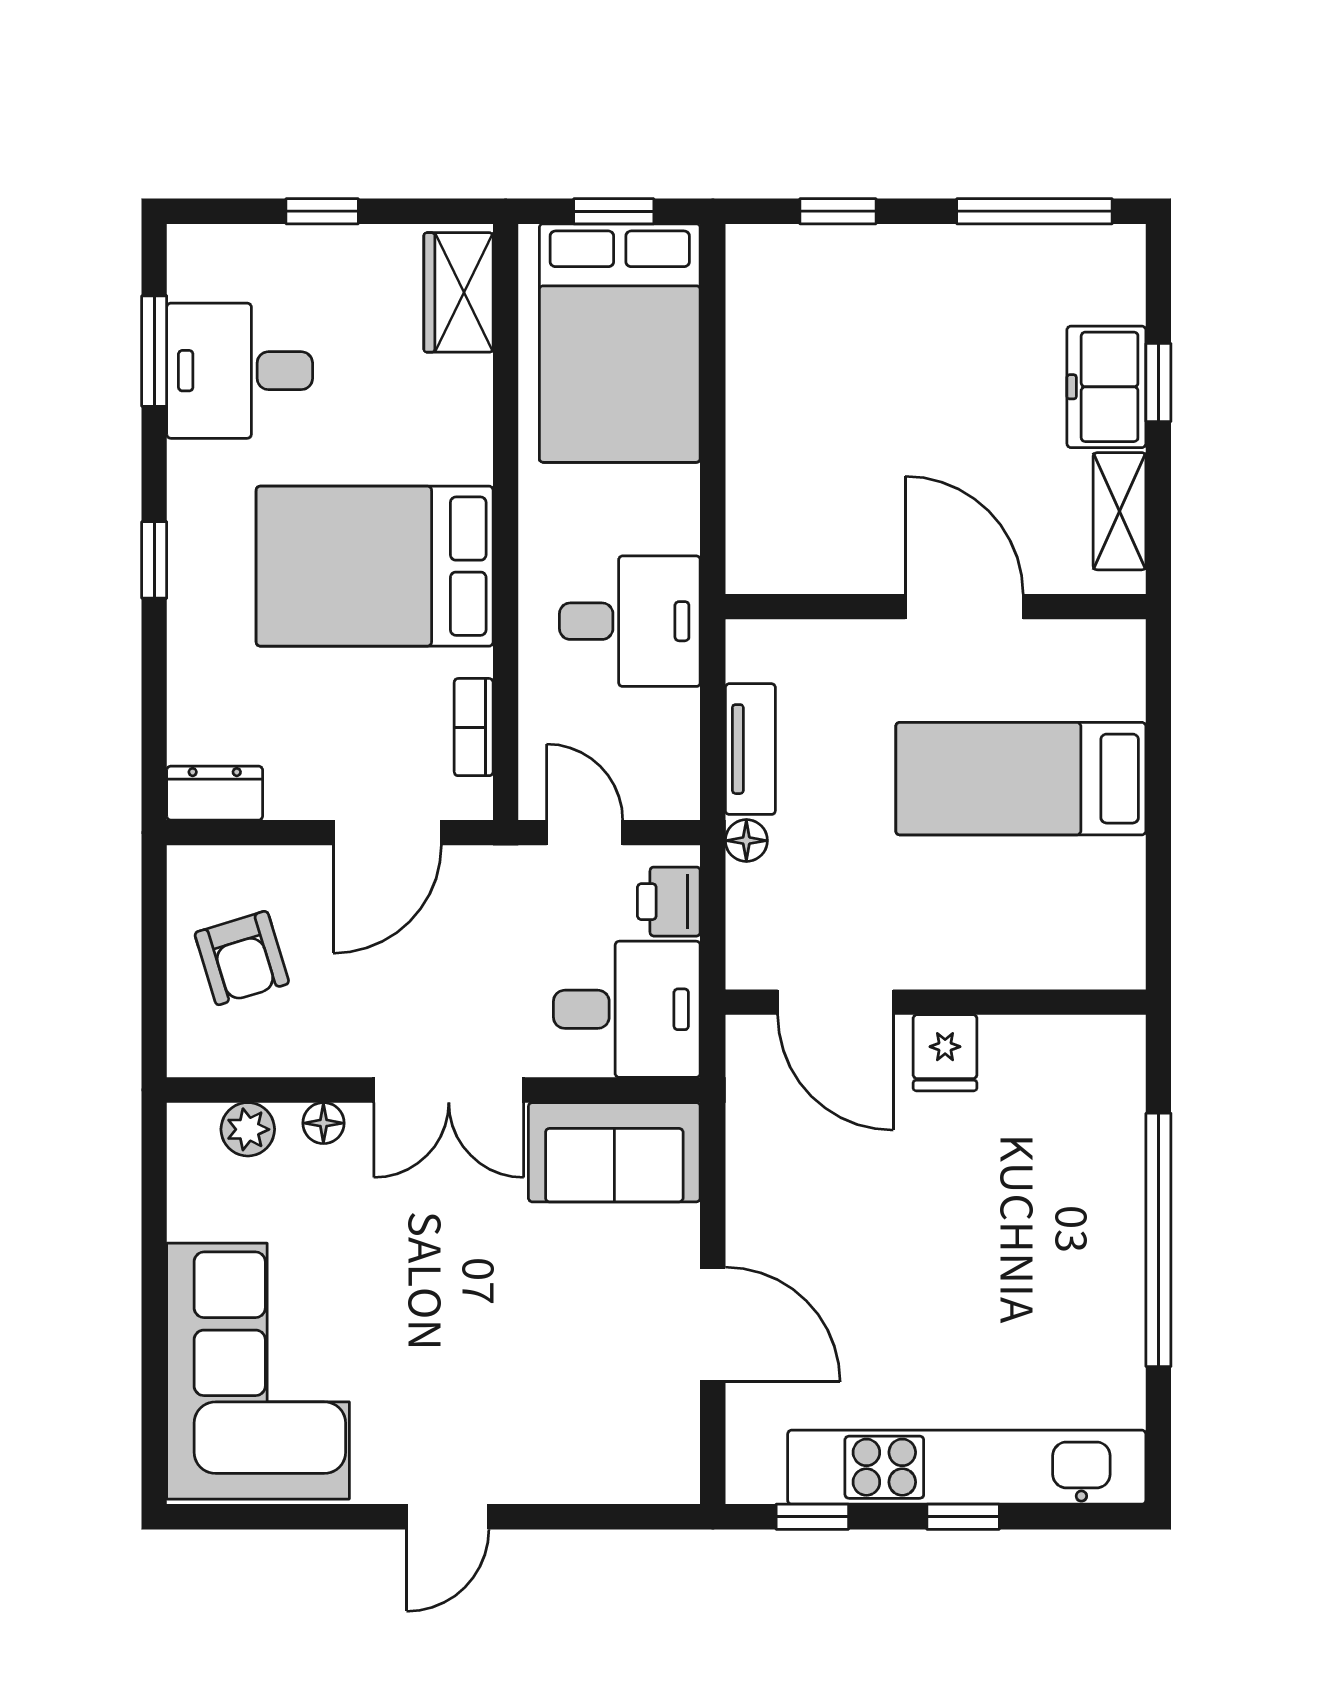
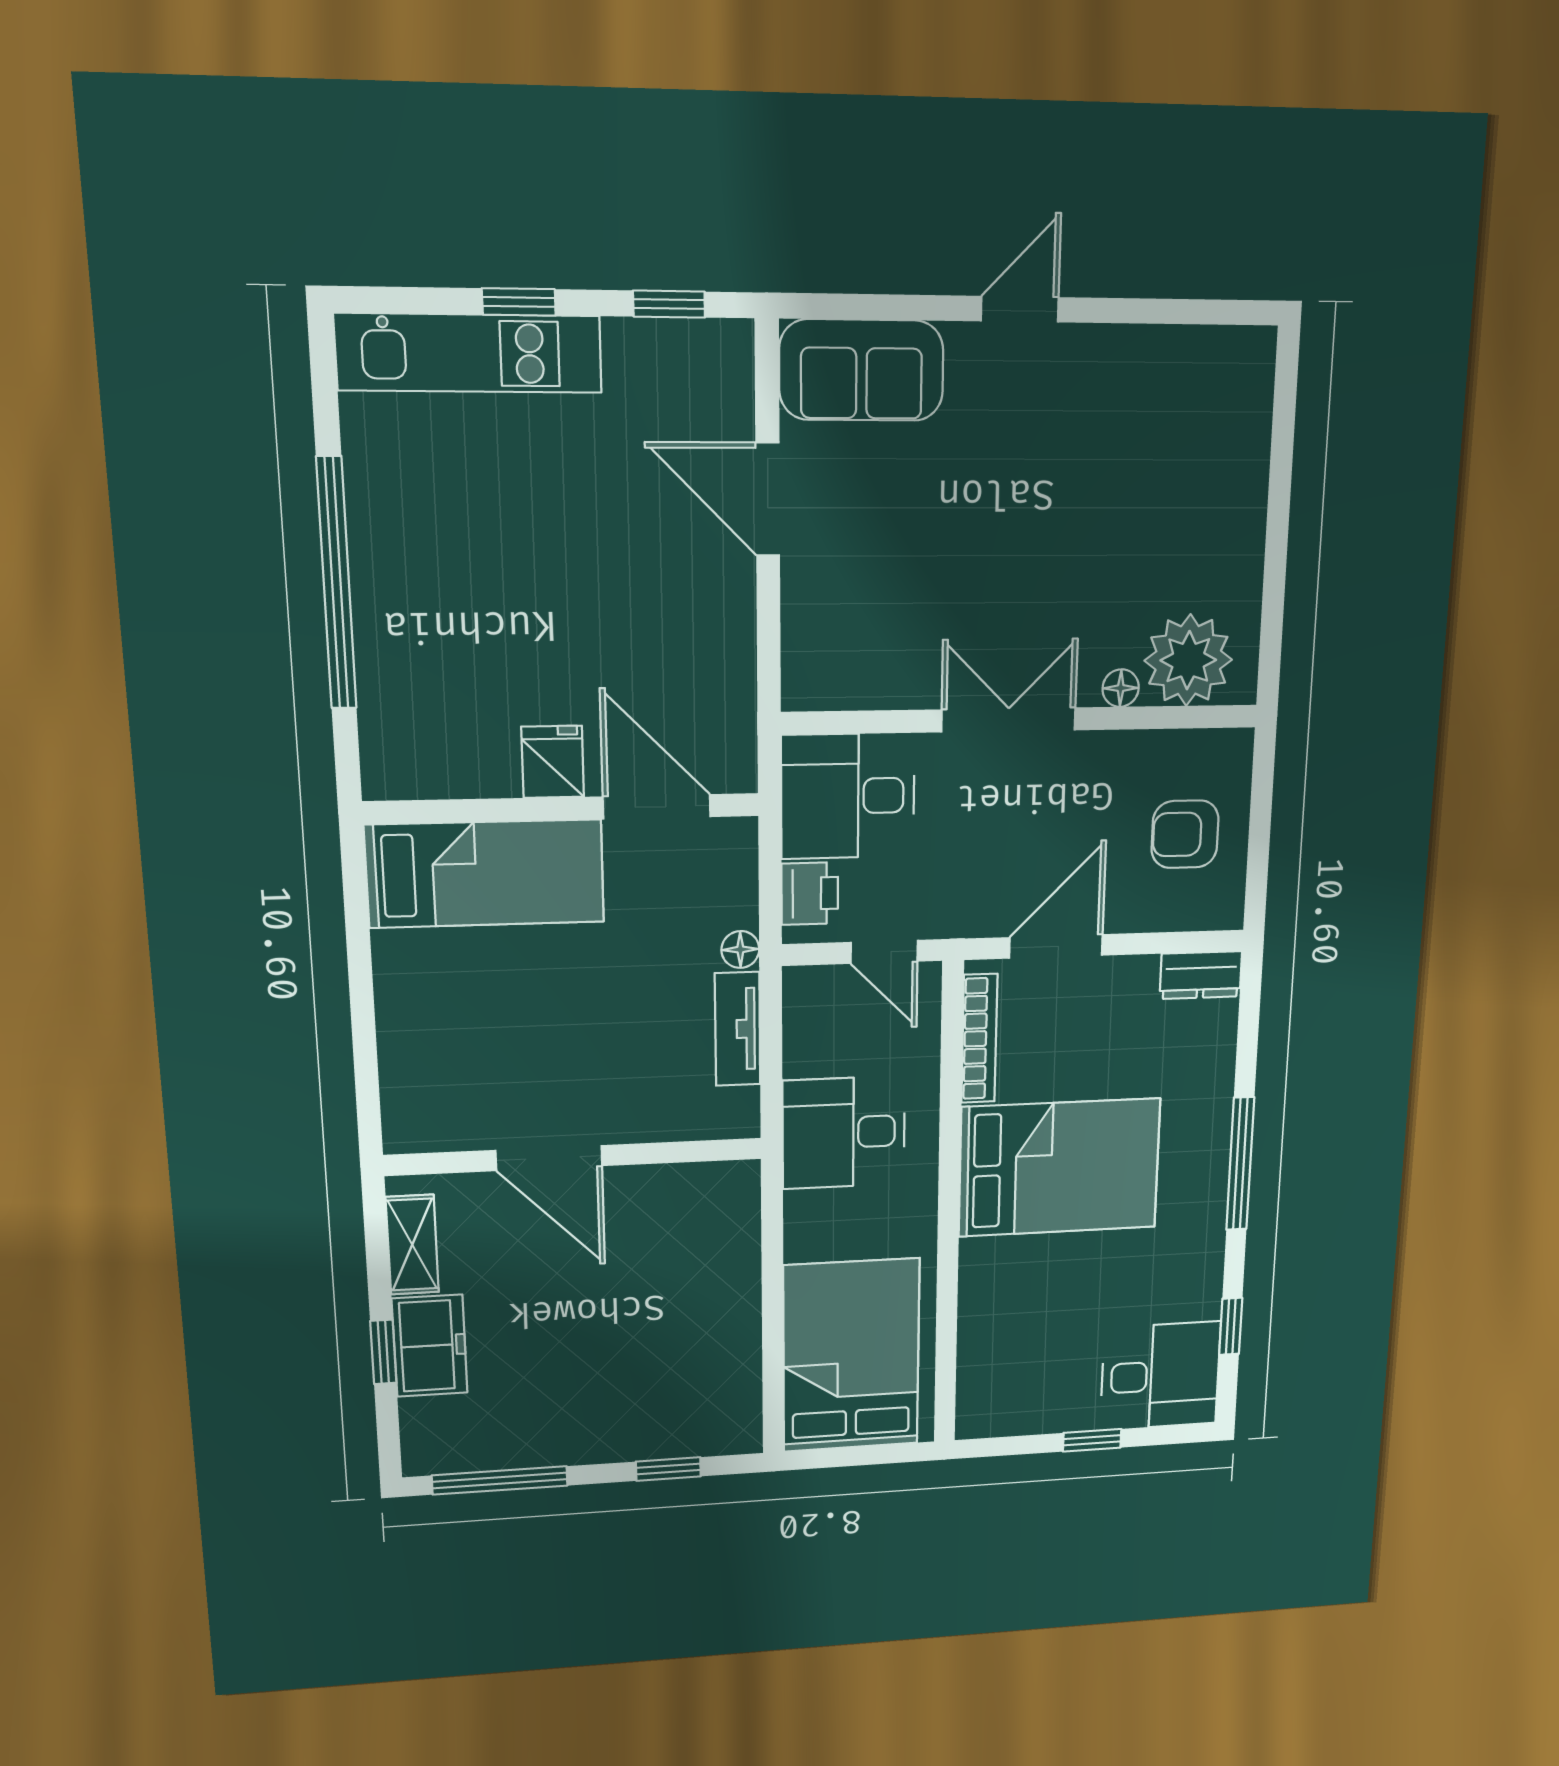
window: (614, 211) -> (856, 1456), removed
wardrobe: (458, 292) -> (984, 1386), removed
window: (154, 351) -> (1231, 1326), width x0.67
desk: (240, 371) -> (1160, 1376), moved
window: (154, 560) -> (1240, 1164), width x2.17
bookcase: (474, 727) -> (979, 1039), width x1.56
bed: (1021, 779) -> (485, 874), moved
armchair: (242, 958) -> (1185, 834), turned -73
plant: (248, 1129) -> (1188, 660), width x1.87, depth x1.87
sofa: (614, 1152) -> (861, 370), moved, turned 180
corner sofa: (258, 1371) -> (1189, 455), removed
kitchen unit: (967, 1467) -> (469, 353), width x0.73

